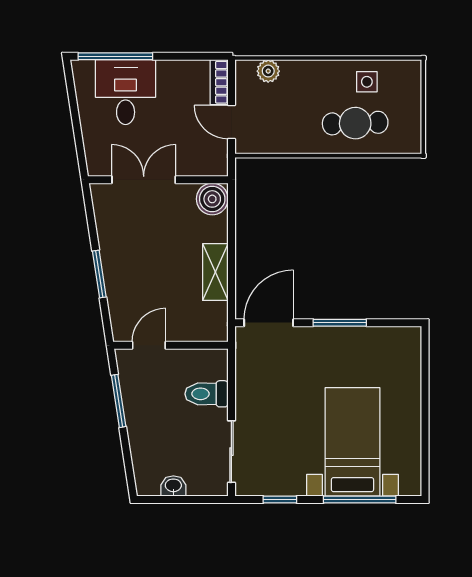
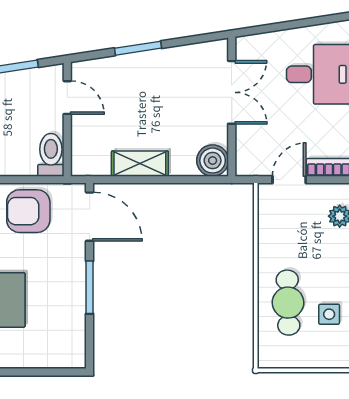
armchair: (263, 384) -> (28, 211), added
toilet: (207, 394) -> (51, 155), moved

